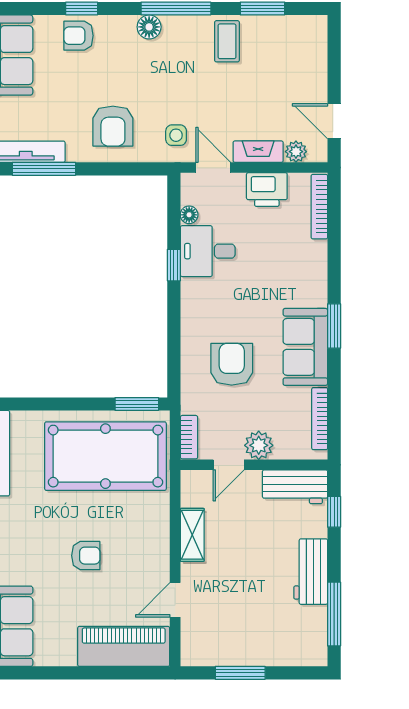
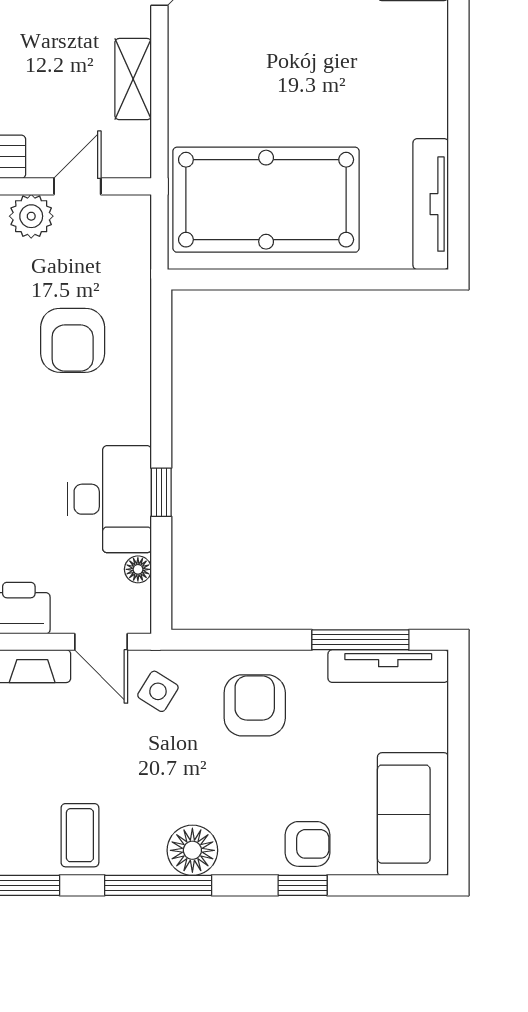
floor lamp: (149, 27) -> (192, 850), width x1.38, depth x1.38
side table: (176, 135) -> (158, 691), turned 32
desk: (208, 251) -> (109, 499), width x1.37
window: (137, 404) -> (218, 279), removed
bookcase: (189, 437) -> (138, 229), removed
armchair: (86, 556) -> (296, 47), removed

